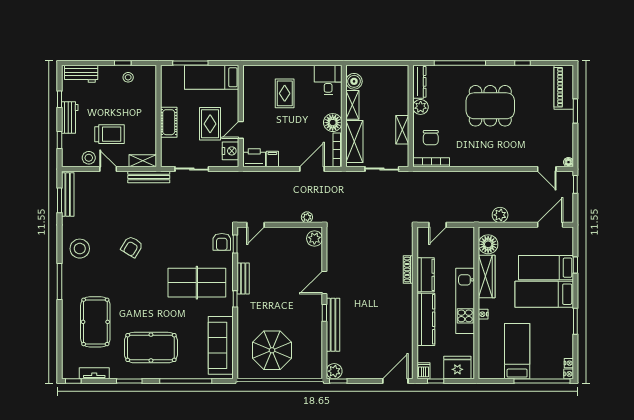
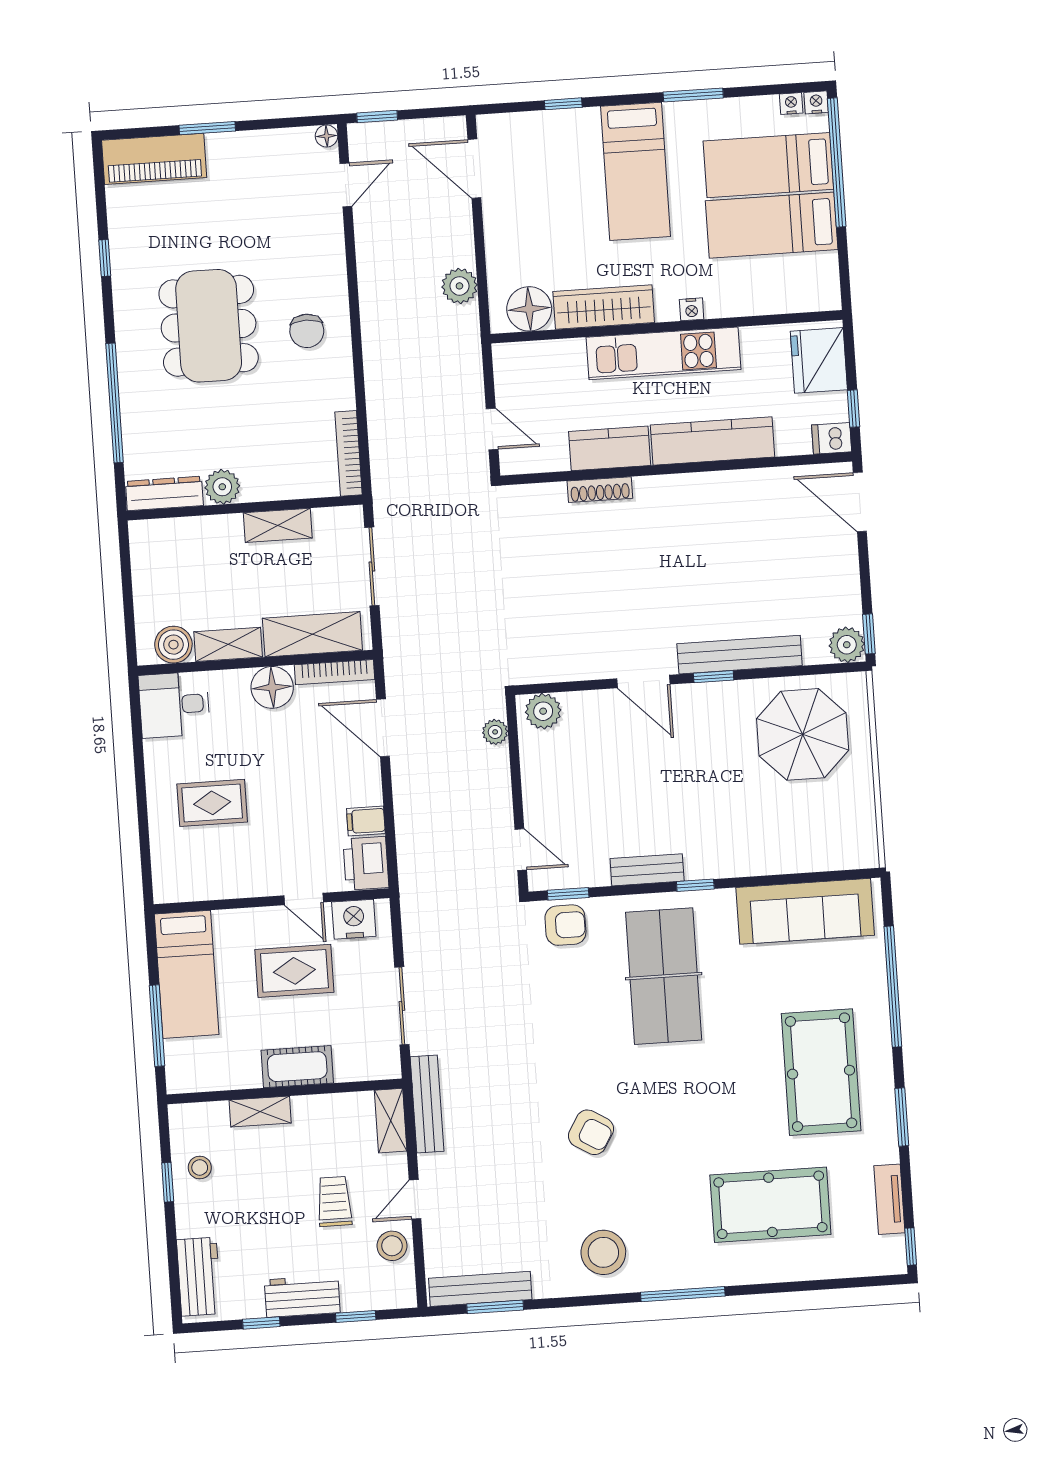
shelving: (150, 105) -> (260, 1112), added
trolley: (110, 134) -> (334, 1201), width x0.73, depth x0.72
chair: (431, 138) -> (307, 331), moved, turned 90
bed: (546, 268) -> (768, 165), moved, turned 90
parasol: (272, 350) -> (803, 734), moved

